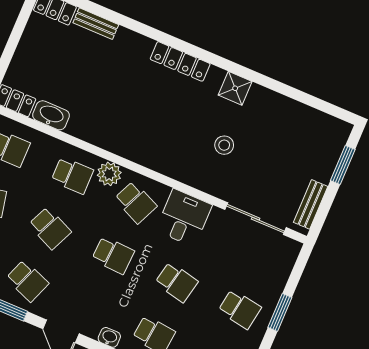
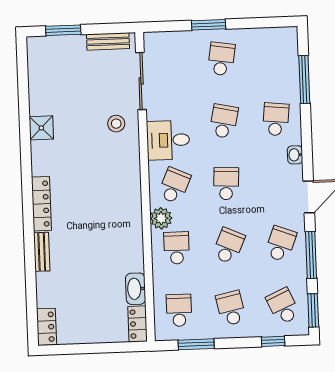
bench: (96, 24) -> (42, 252), moved
shower: (235, 88) -> (41, 128), moved
stool: (224, 145) -> (116, 124), moved

